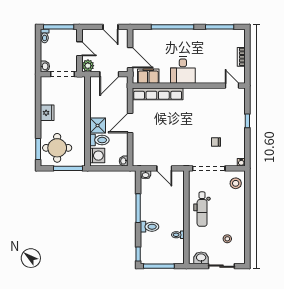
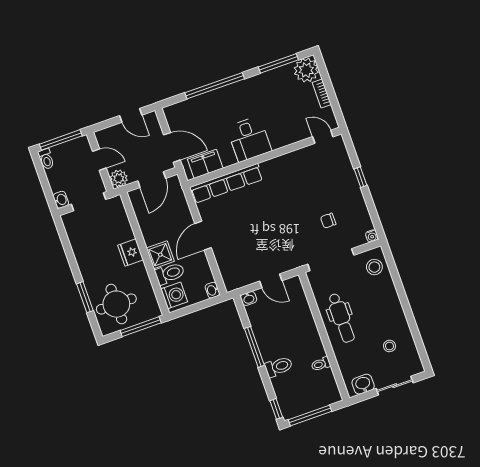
plant: (236, 38) -> (306, 70), added
fridge: (47, 113) -> (131, 252), moved, turned 180
window: (38, 149) -> (85, 297), moved

